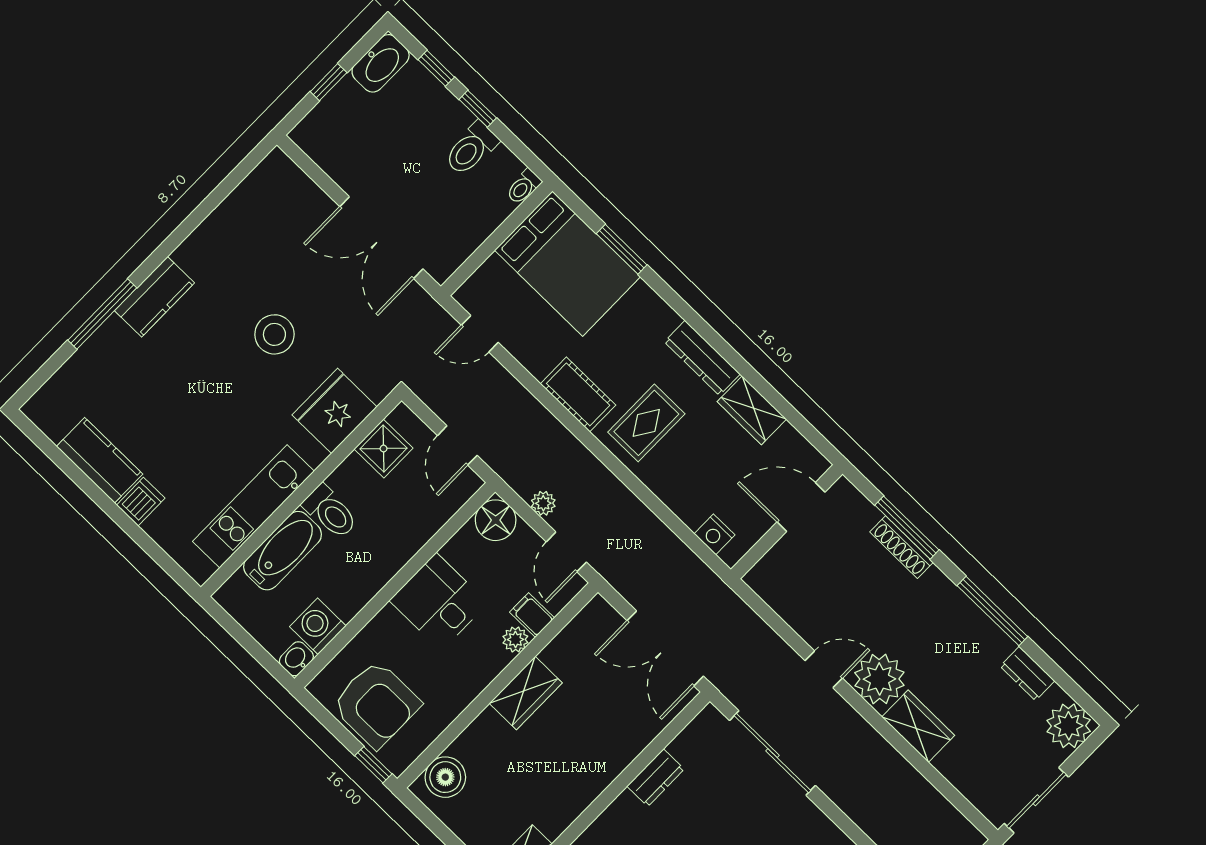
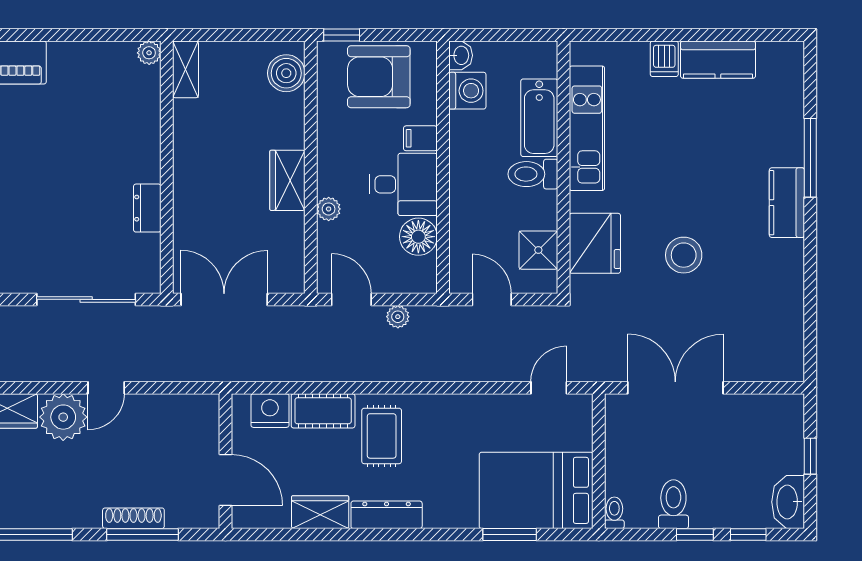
cot: (578, 394) -> (323, 411), moved
door: (801, 507) -> (226, 480), hinge flipped
floor lamp: (496, 520) -> (418, 237), moved
nightstand: (715, 534) -> (270, 411), width x1.36, depth x1.33
filing cabinet: (532, 615) -> (420, 138), moved, turned 180

